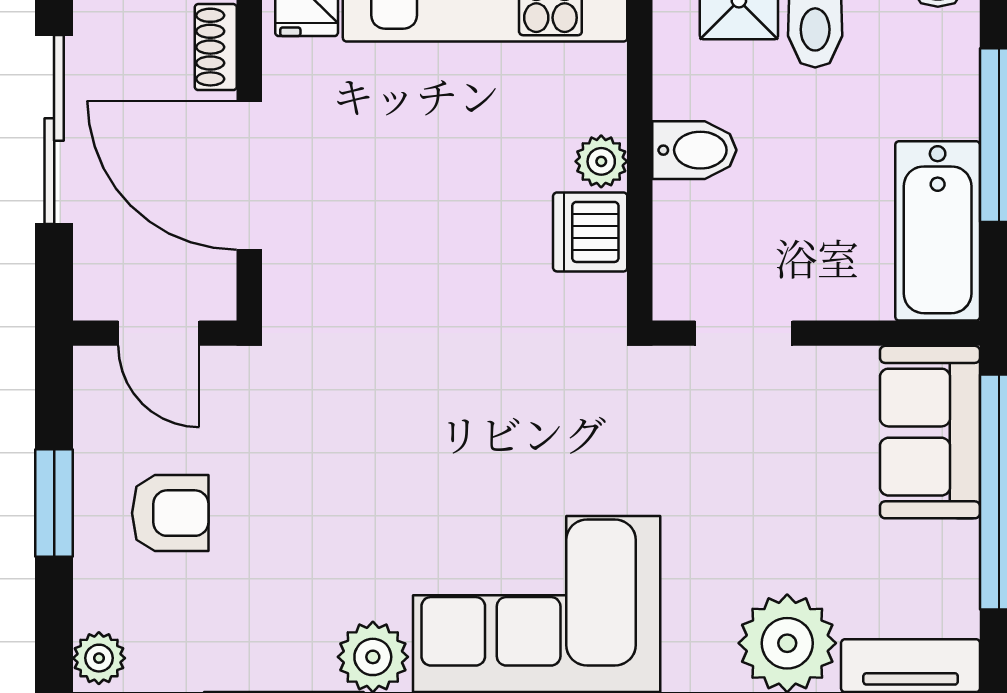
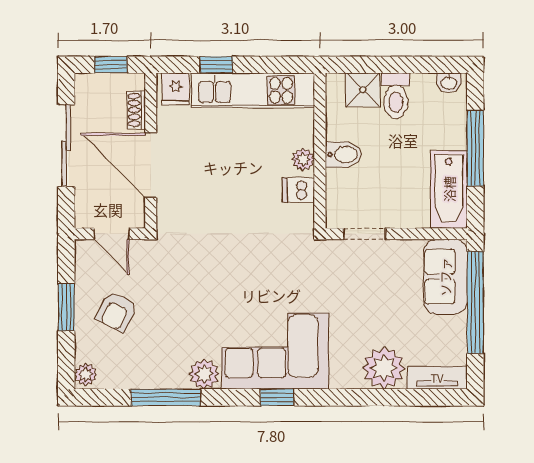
dishwasher: (590, 232) -> (298, 190), width x0.73
armchair: (170, 513) -> (116, 312), turned 117

